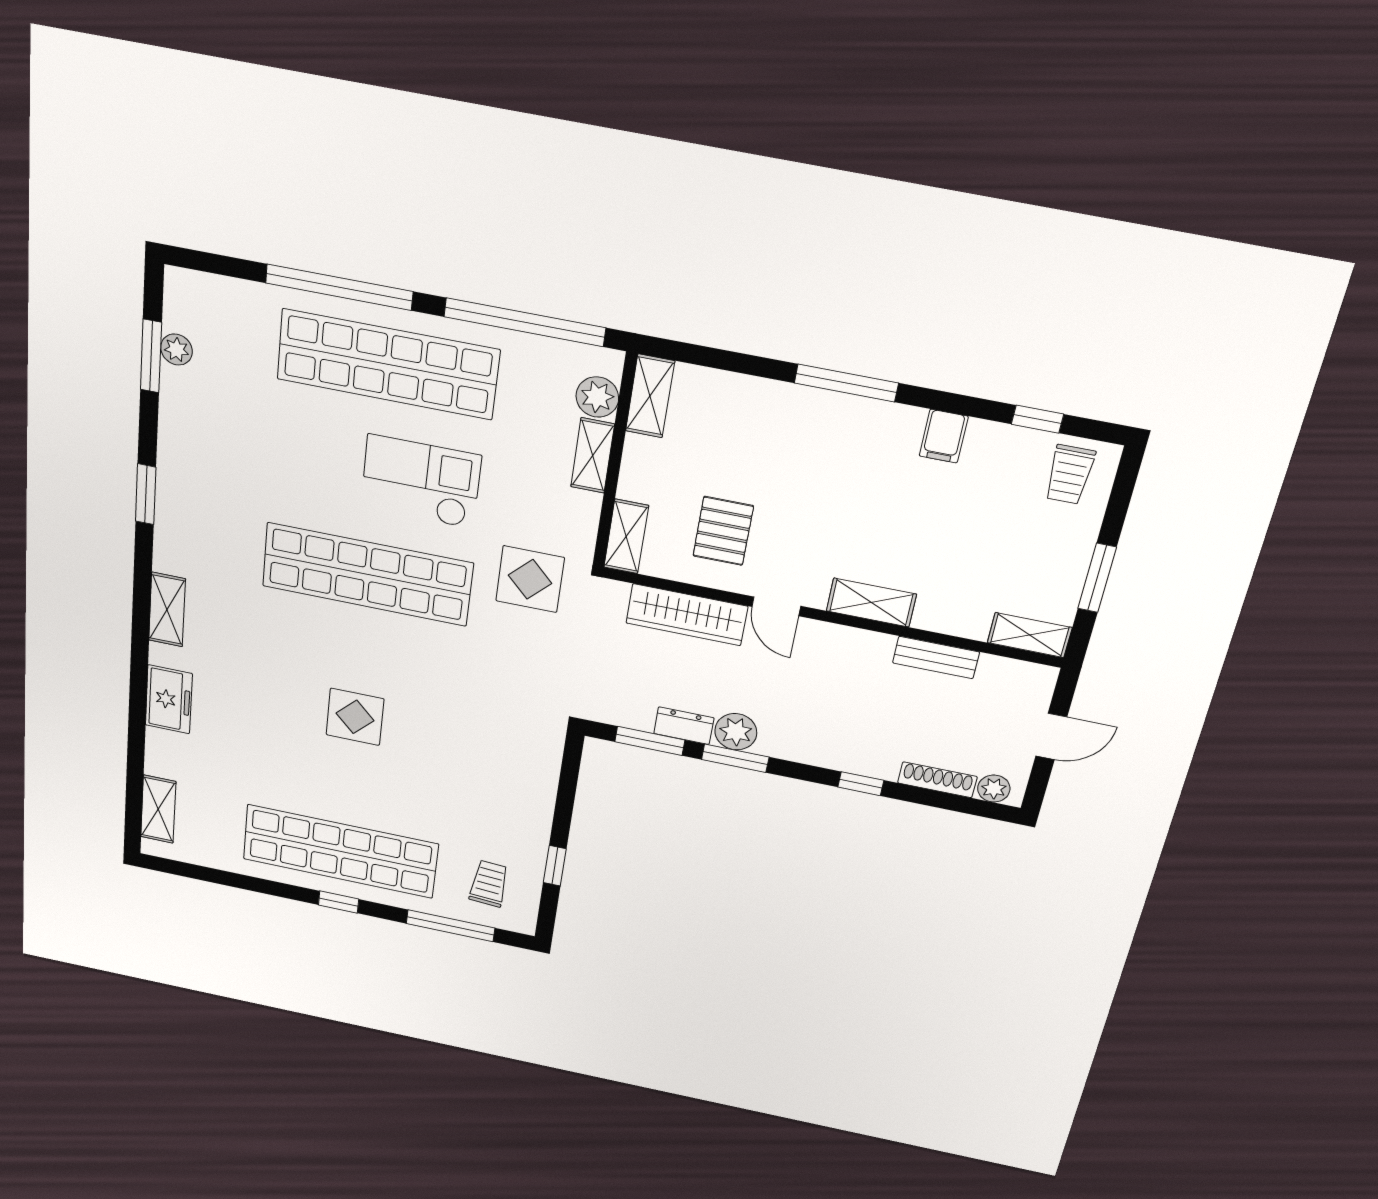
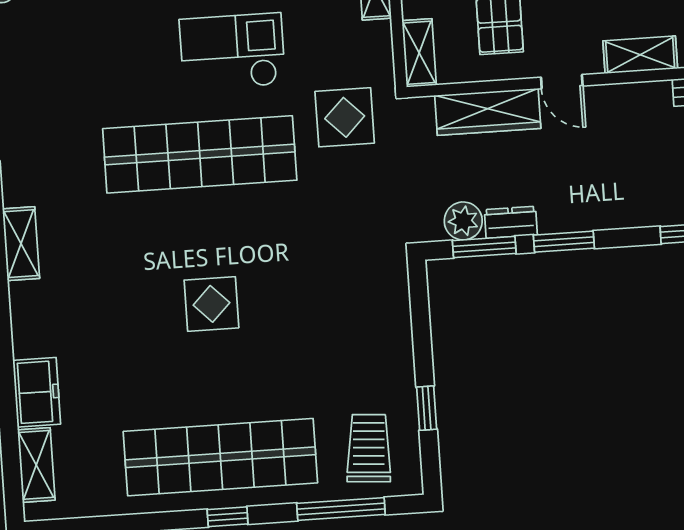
freezer: (169, 699) -> (37, 392), moved
plant: (736, 732) -> (463, 221), moved
trolley: (489, 884) -> (369, 448), width x1.36, depth x1.39

